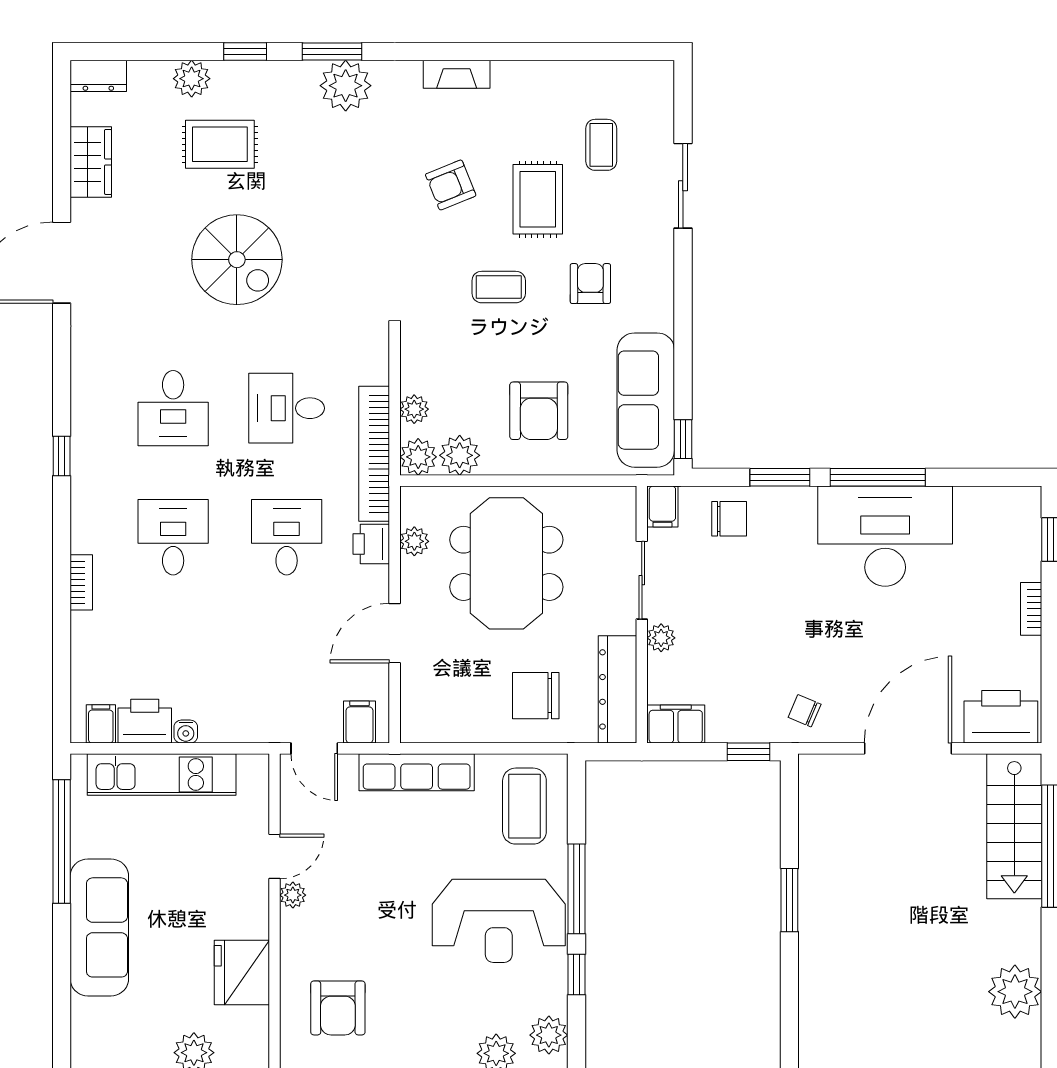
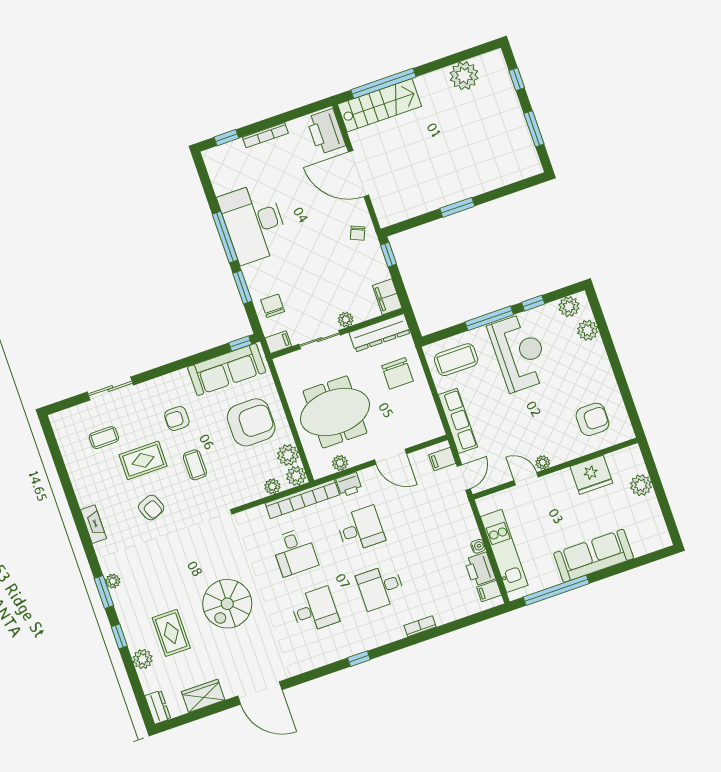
plant: (346, 86) -> (113, 581), width x0.53, depth x0.53
spiral stairs: (237, 260) -> (227, 604), turned 180
armchair: (539, 411) -> (251, 422), width x1.36, depth x1.36
desk: (287, 537) -> (361, 529), turned 180
bookcase: (1031, 609) -> (265, 135), width x1.56

